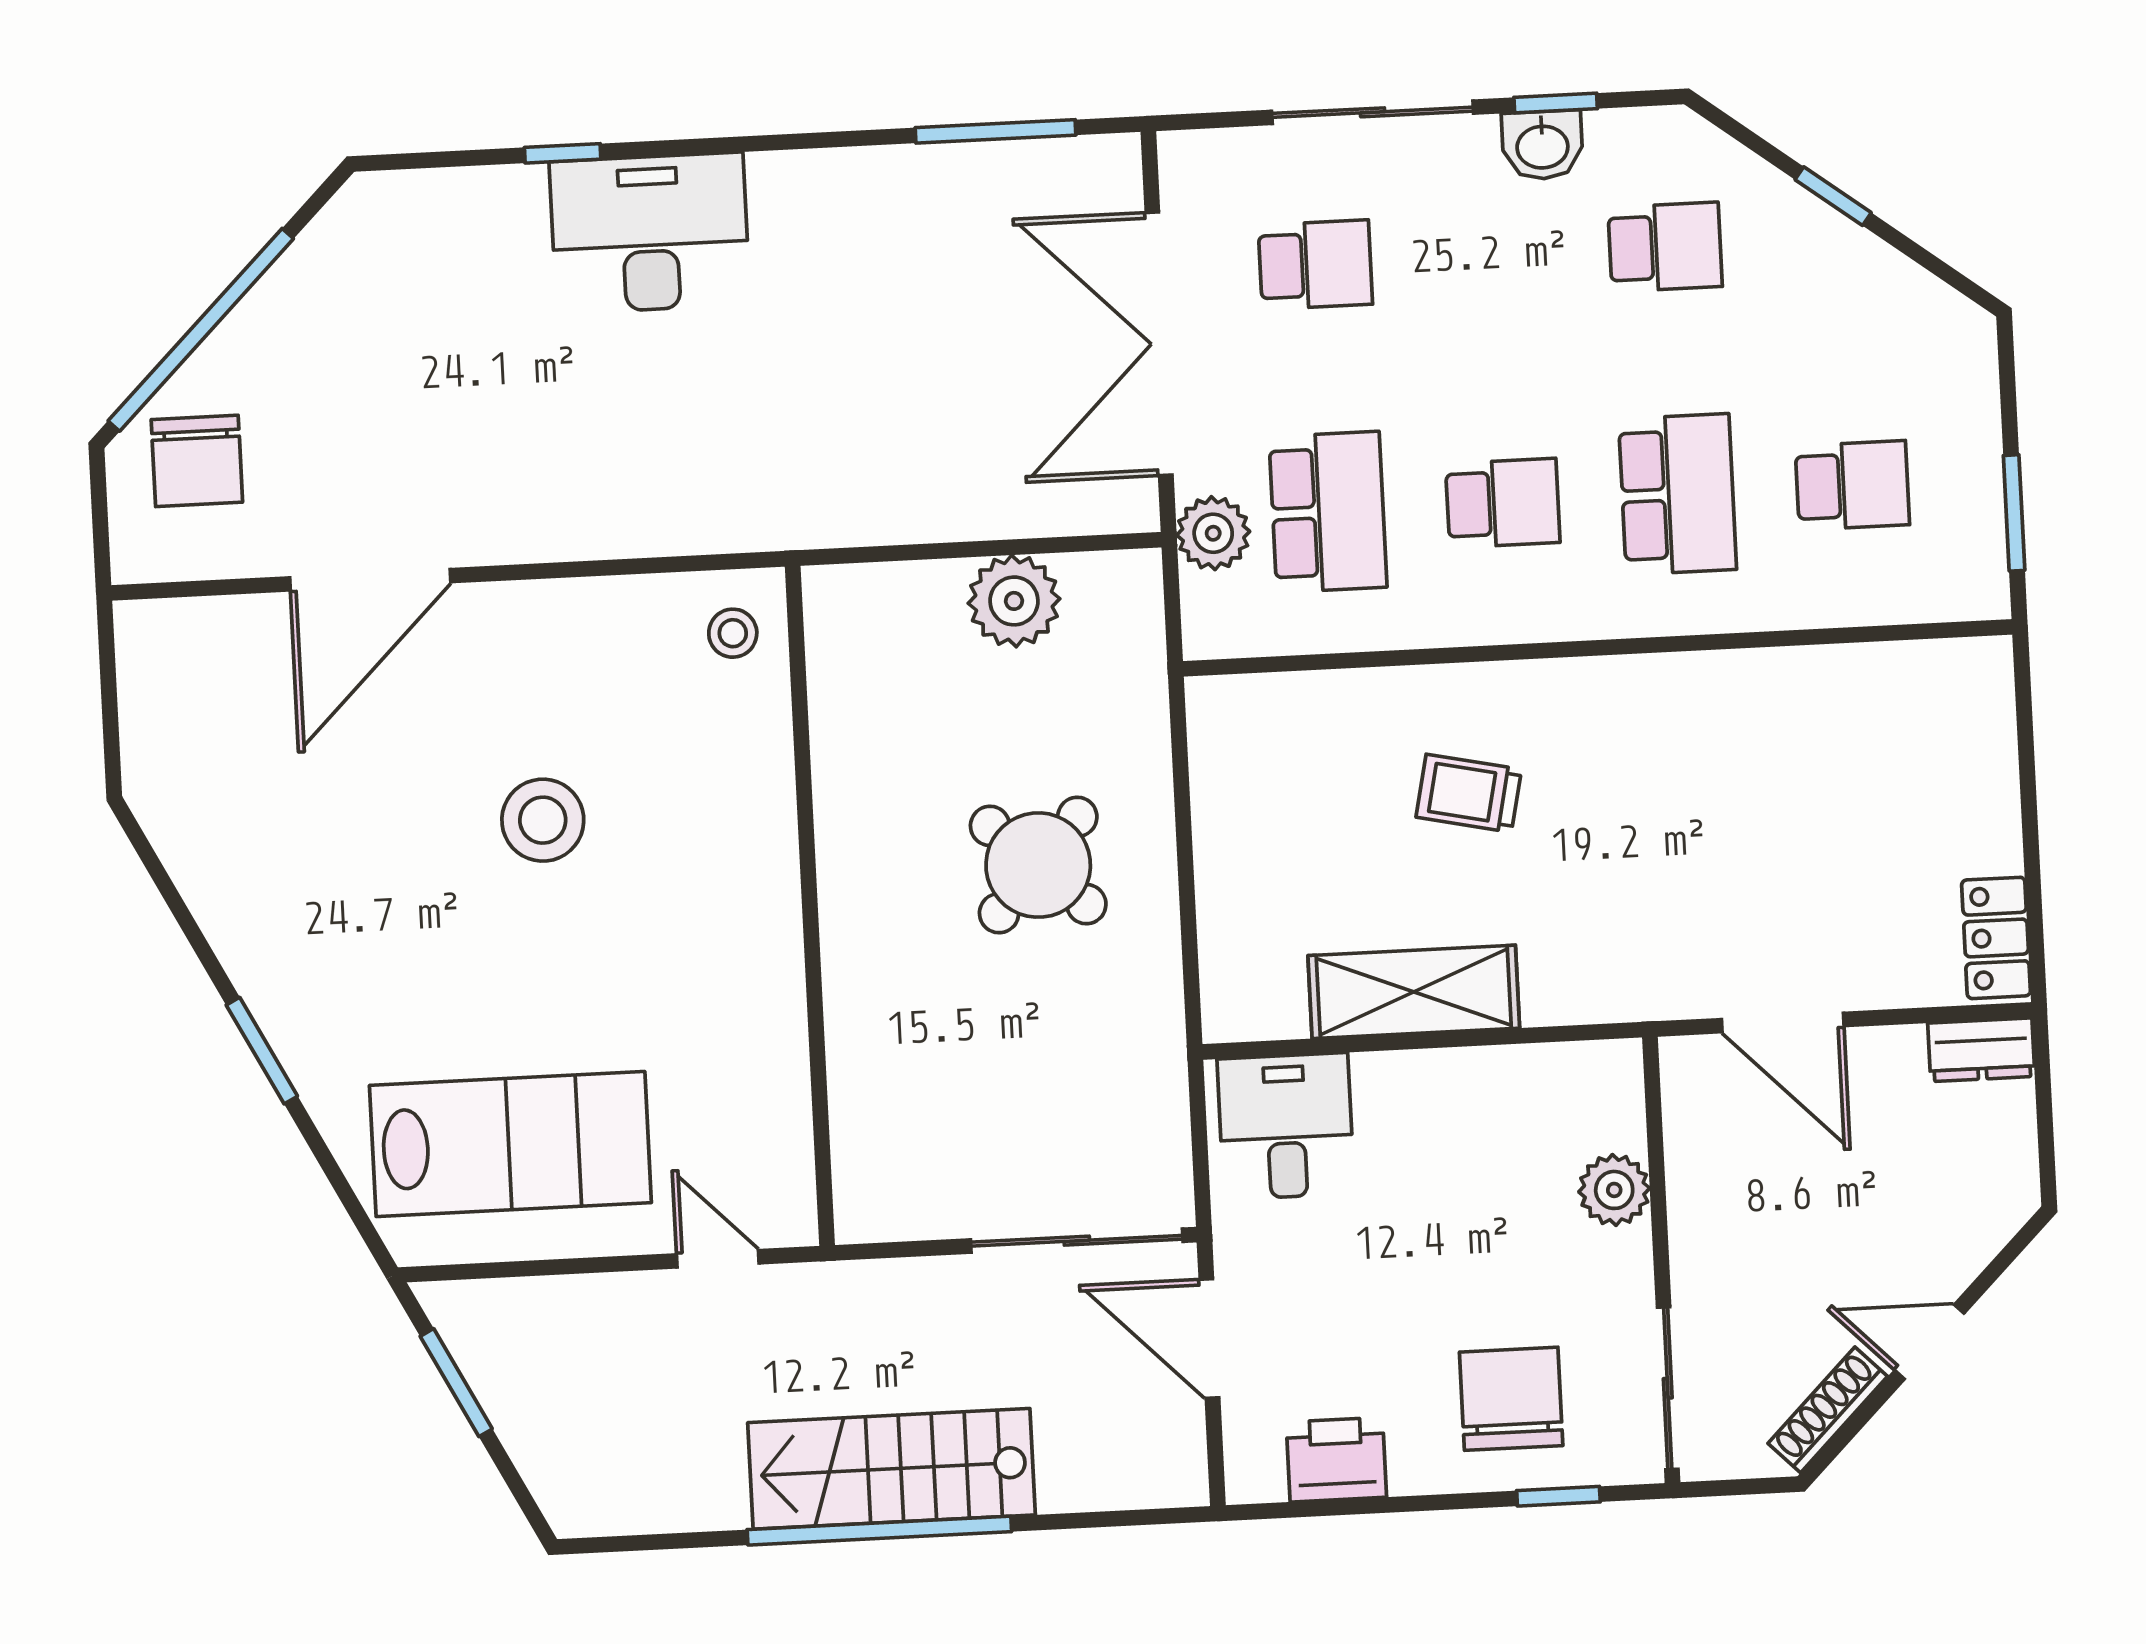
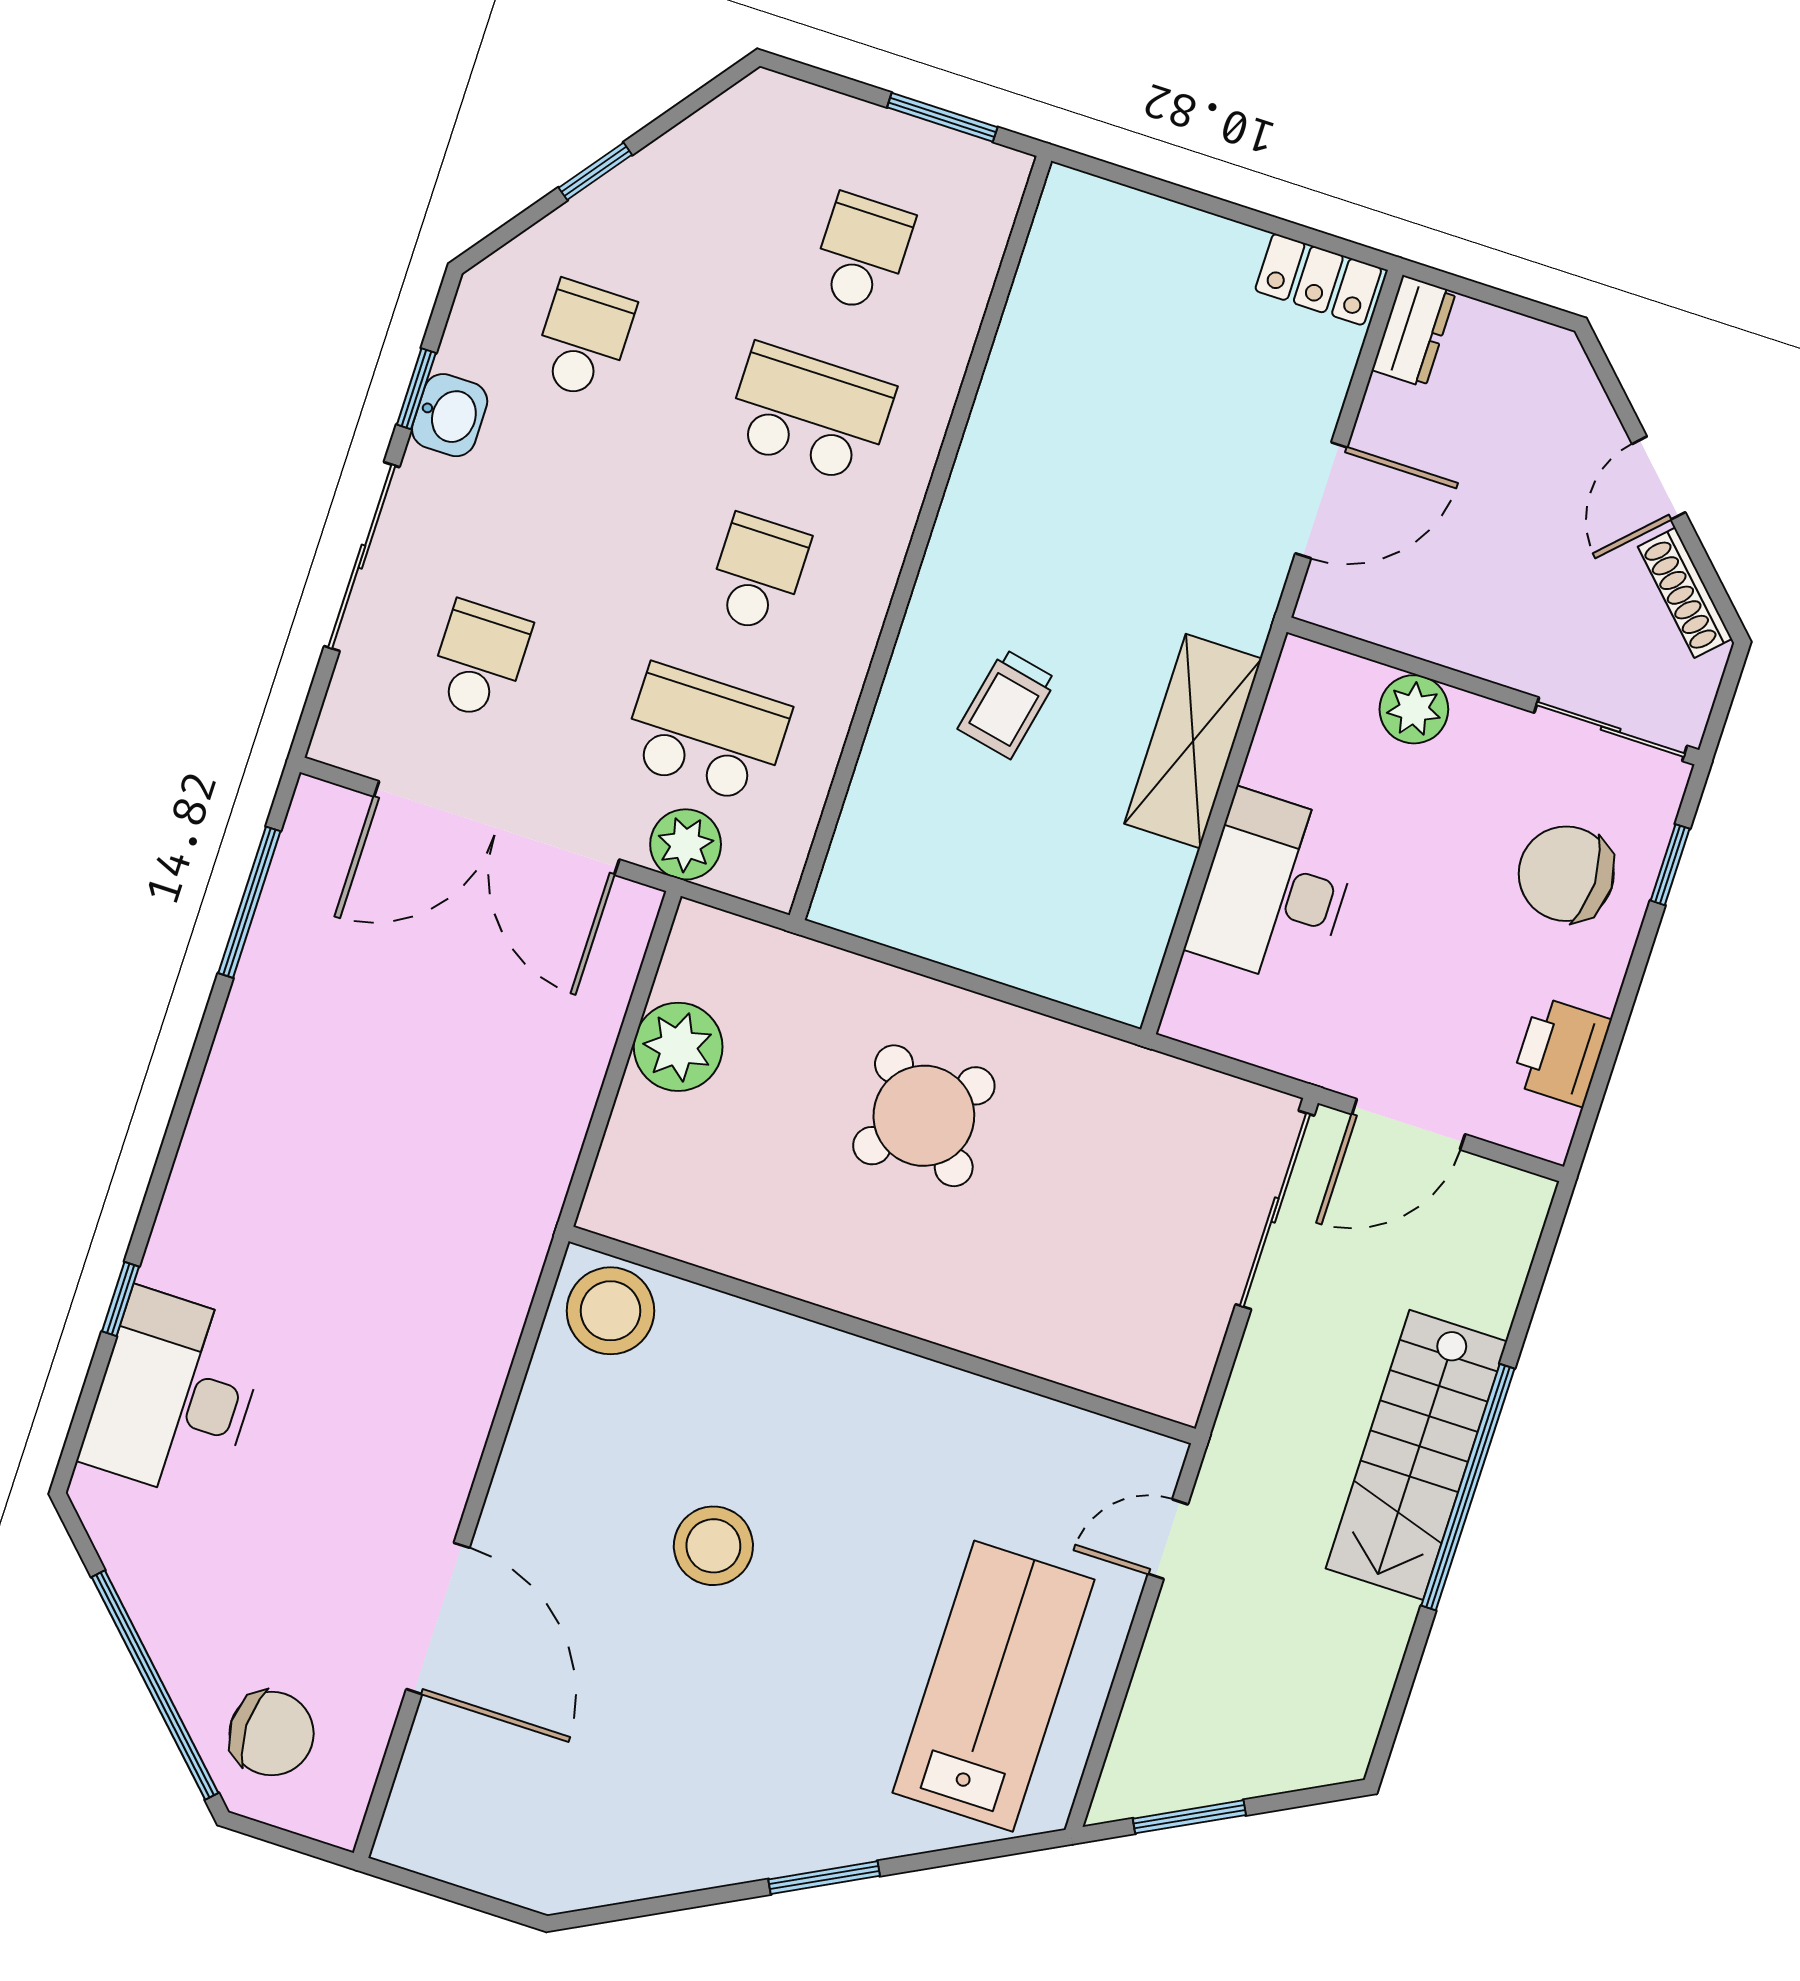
desk: (650, 233) -> (175, 1395), moved
stool: (733, 633) -> (610, 1311), width x1.89, depth x1.89
shelving: (1414, 992) -> (1193, 741), moved
desk: (1286, 1126) -> (1274, 889), moved, width x1.37

